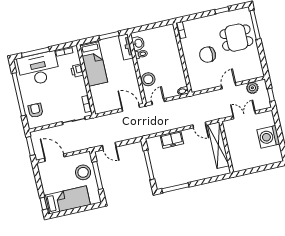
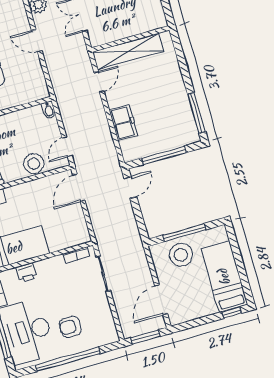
door: (158, 102) -> (67, 147), hinge flipped
armchair: (36, 110) -> (70, 327), moved
door: (109, 146) -> (130, 188), moved

